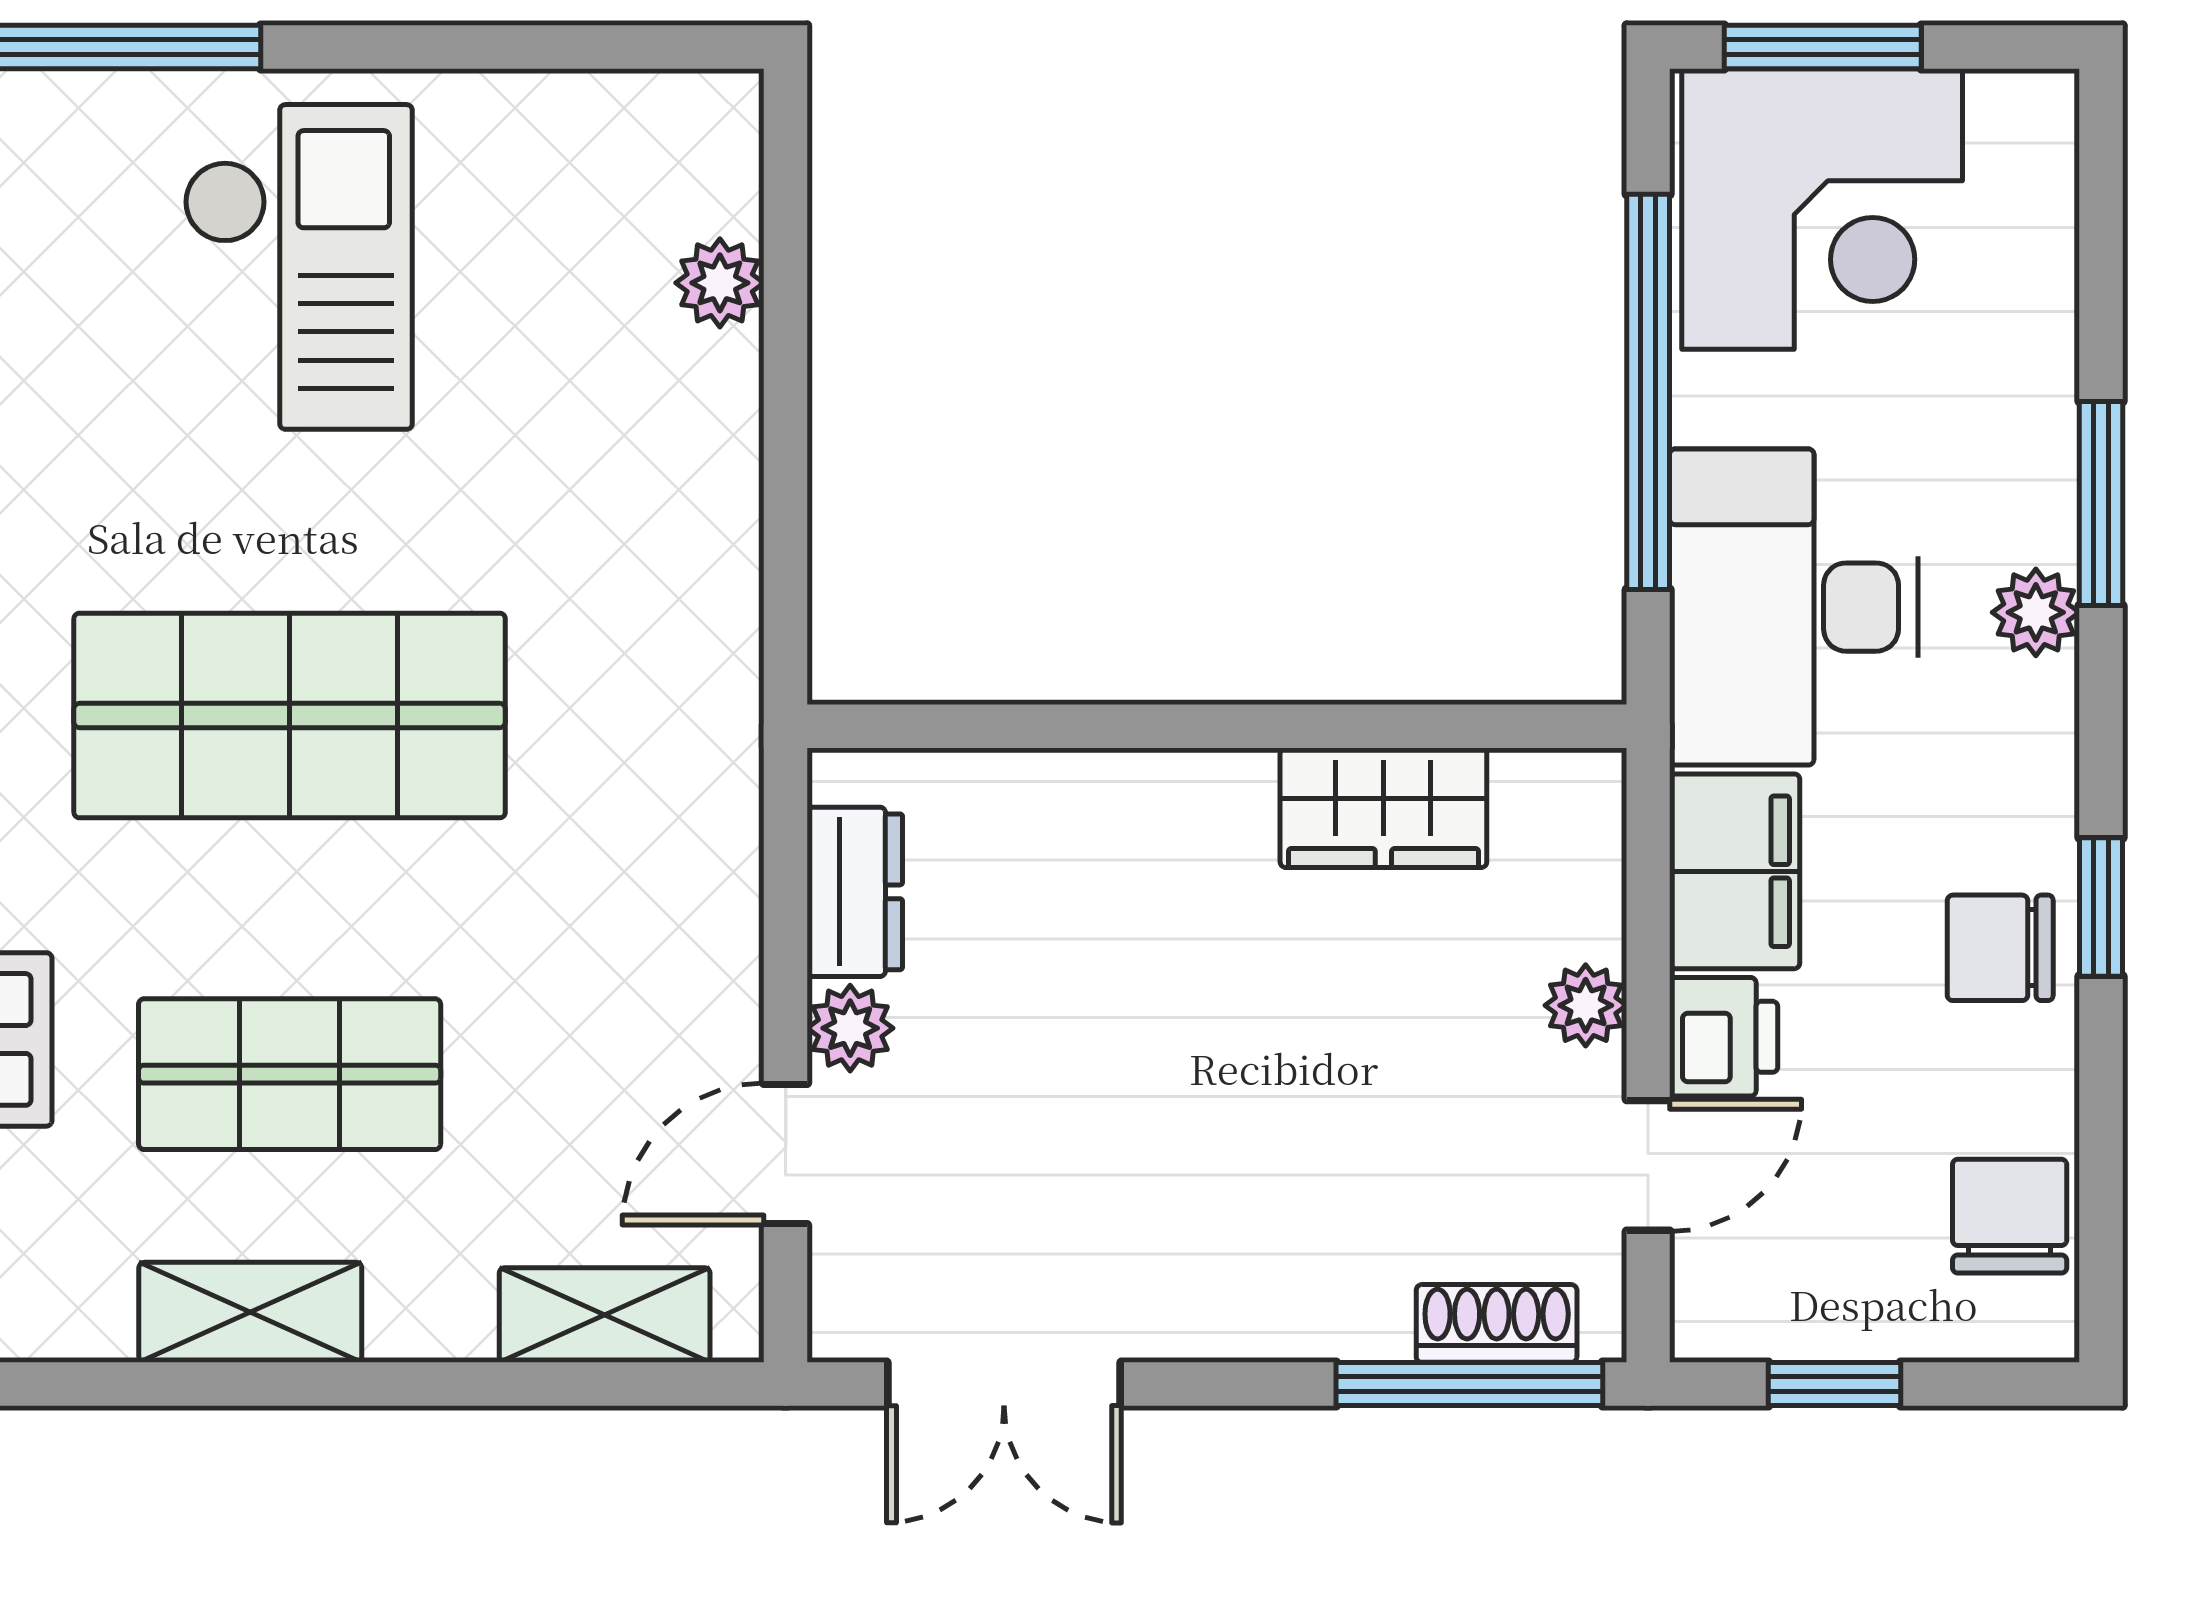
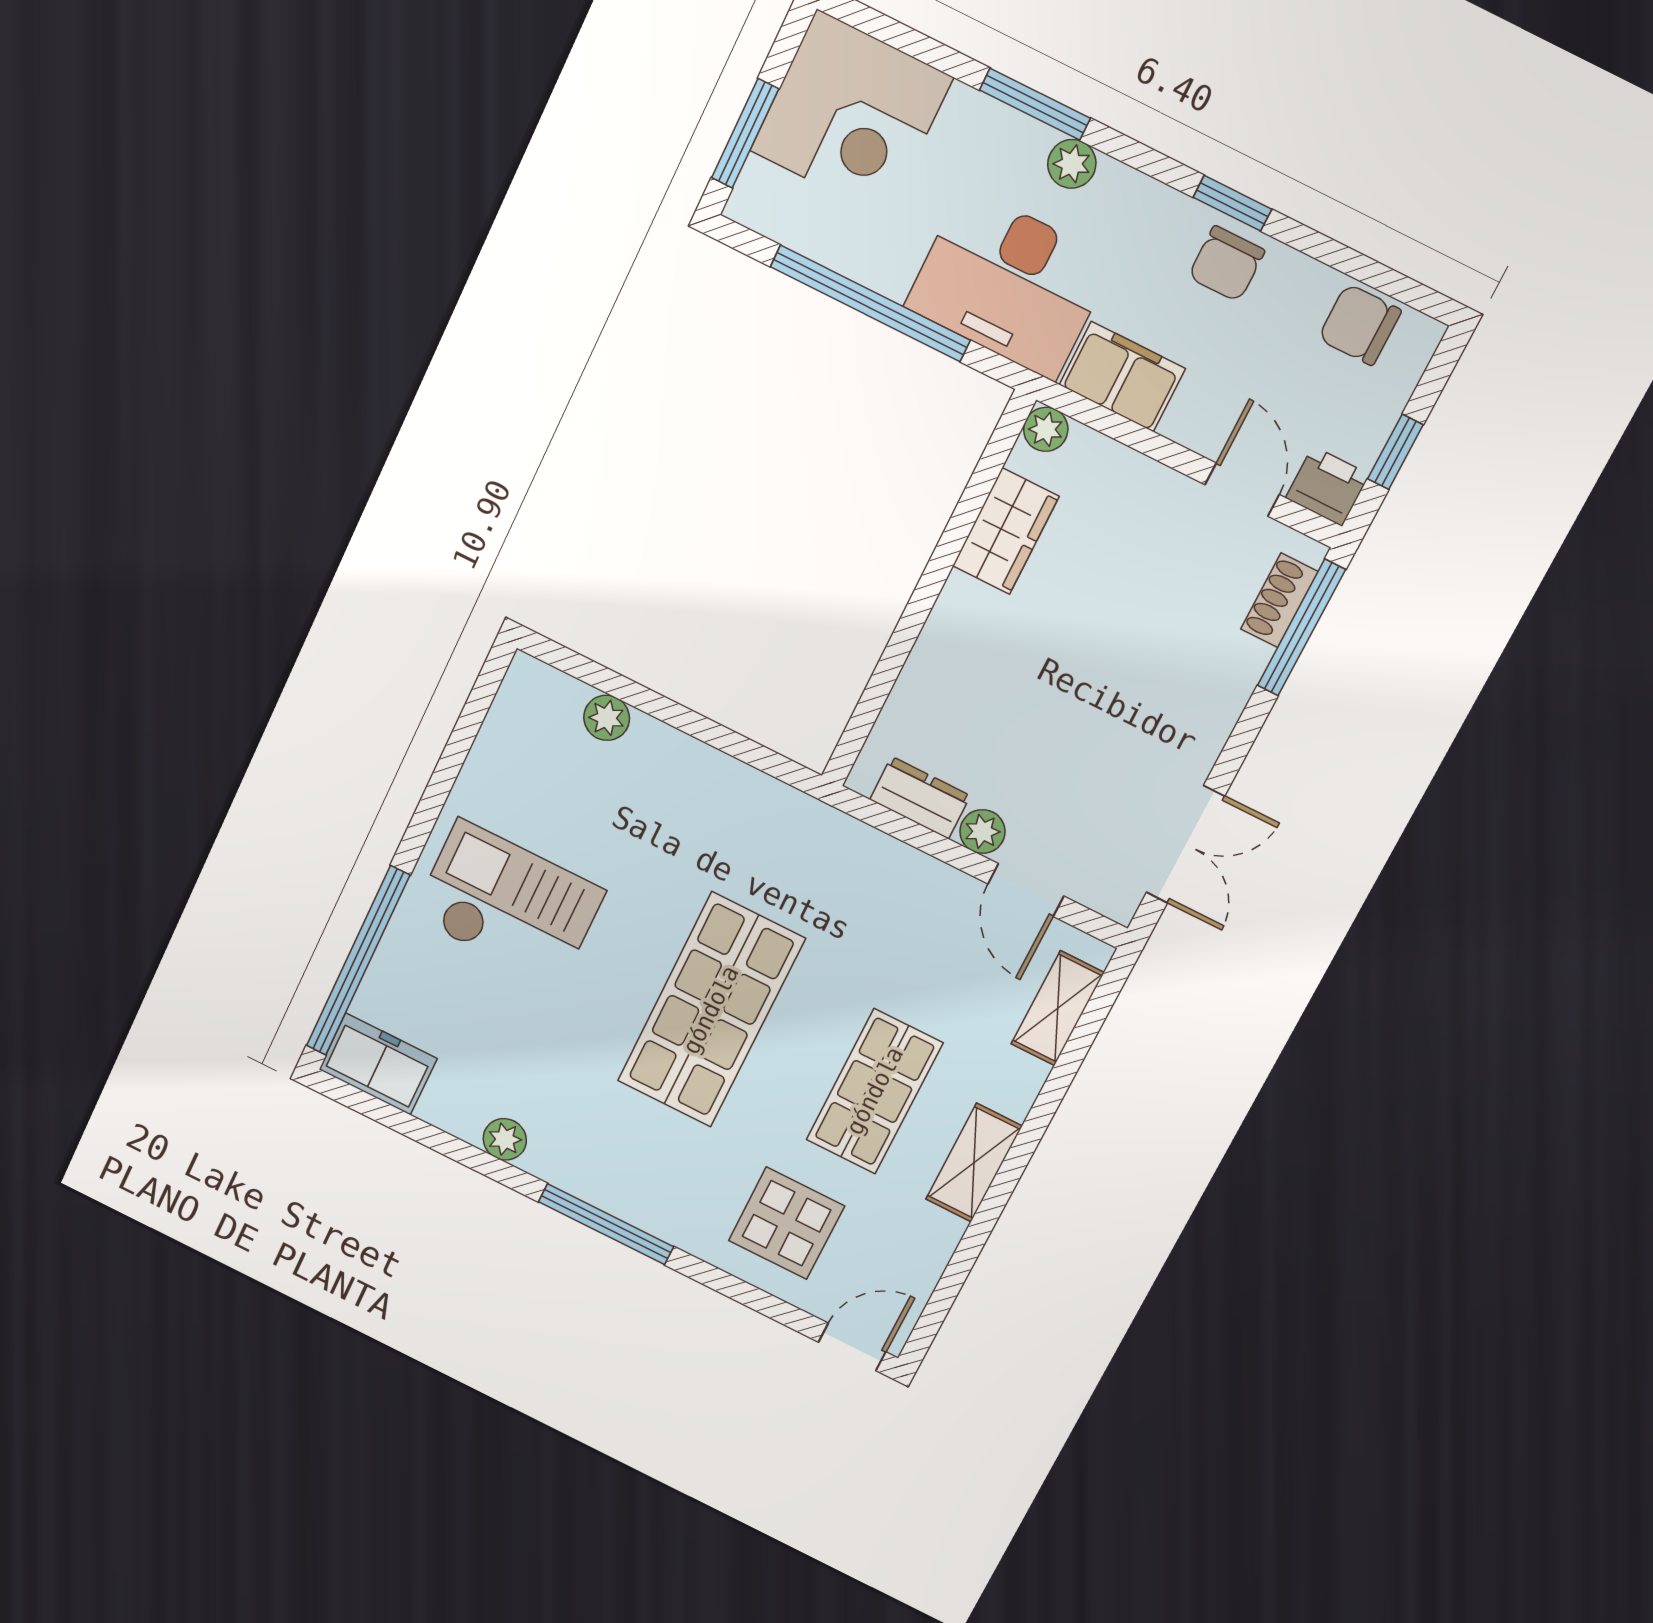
corner desk: (1822, 209) -> (851, 114), moved, turned 90
plant: (1586, 1005) -> (1046, 429), moved
printer: (1724, 1037) -> (1328, 486), moved

